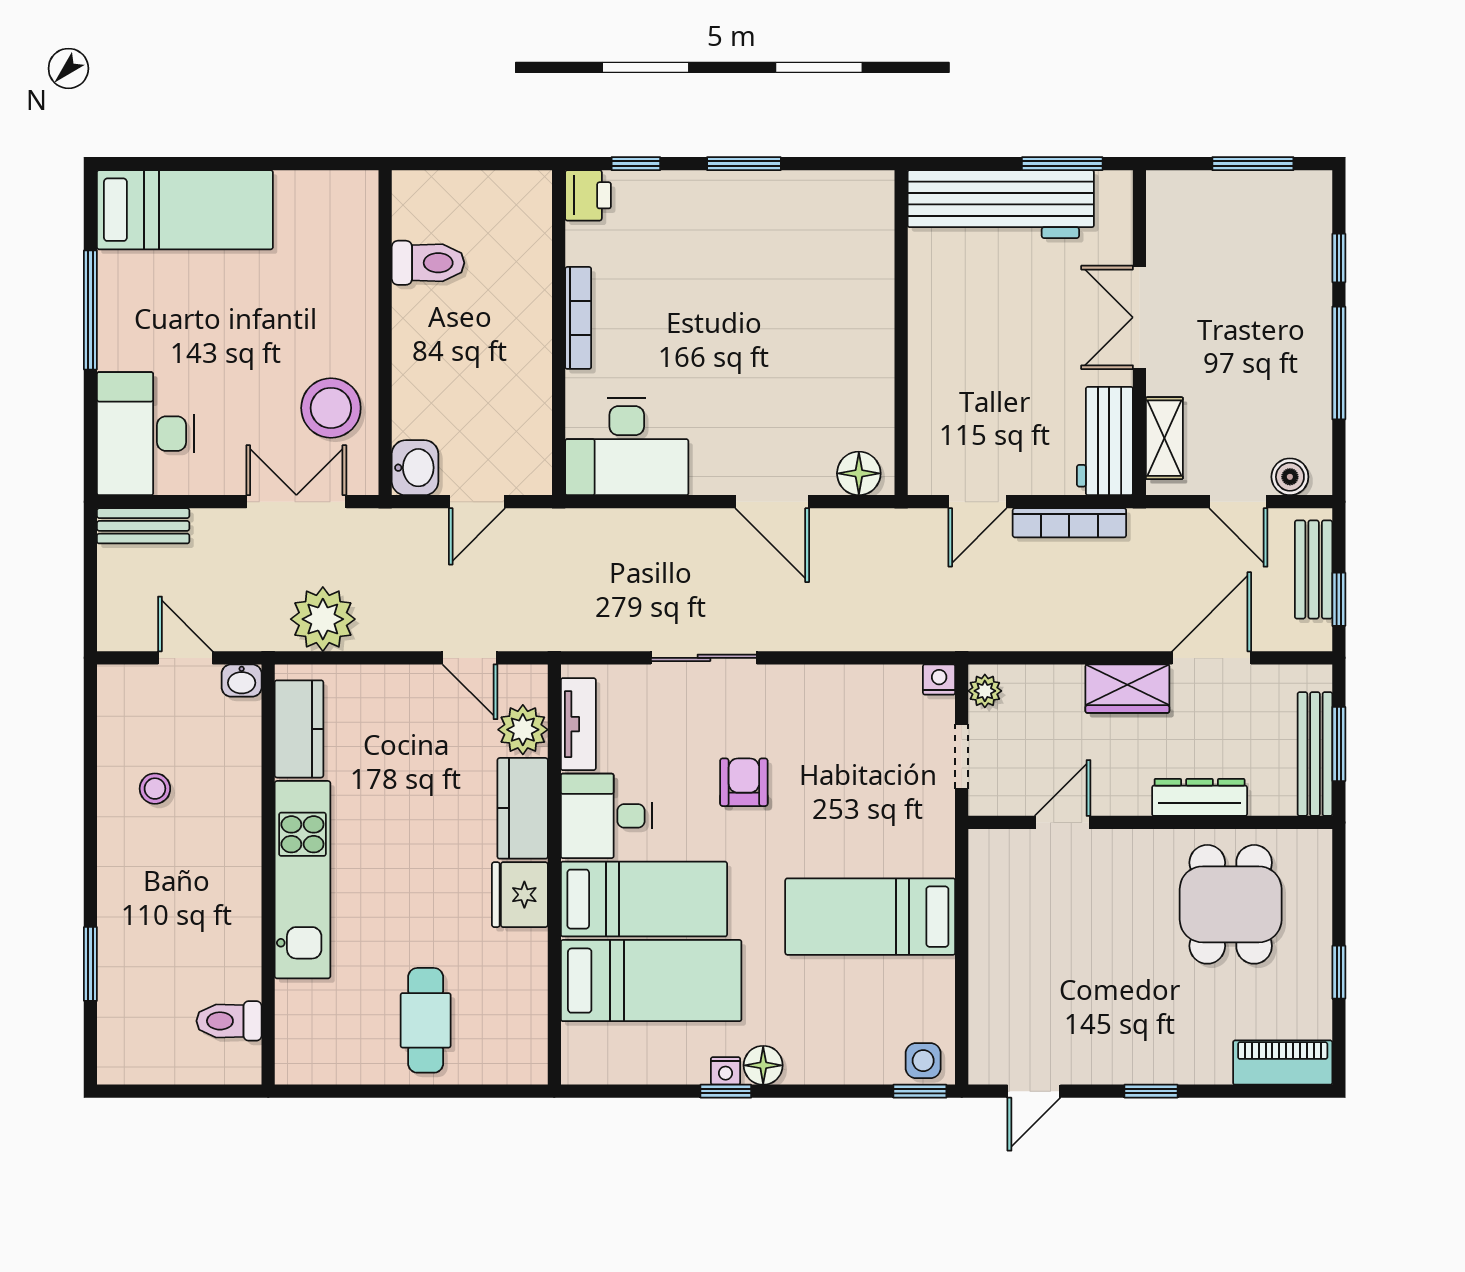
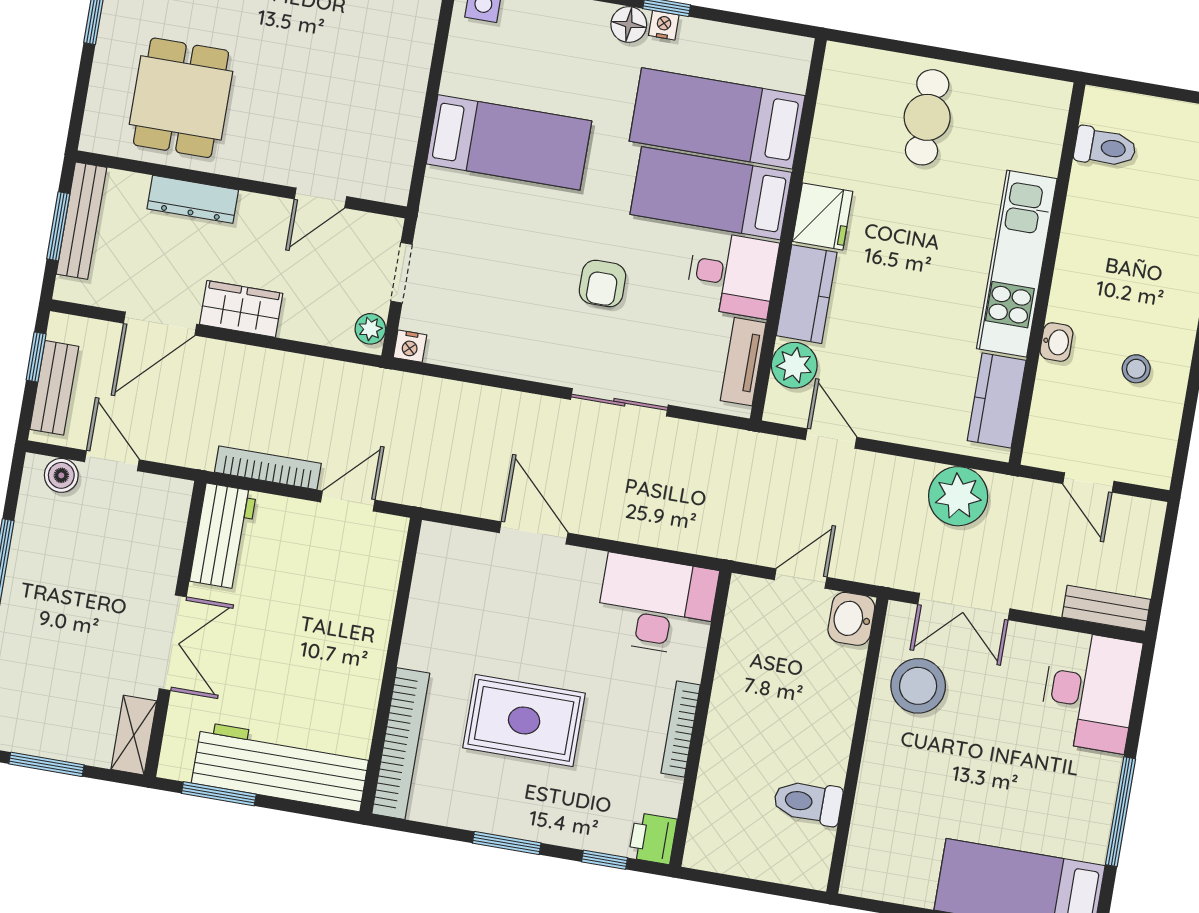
bookcase: (876, 251) -> (401, 744), added
rug: (748, 298) -> (524, 720), added
shelving: (1164, 438) -> (134, 735), moved
floor lamp: (859, 473) -> (451, 545), removed
washbasin: (242, 680) -> (1056, 342), moved, turned 90

